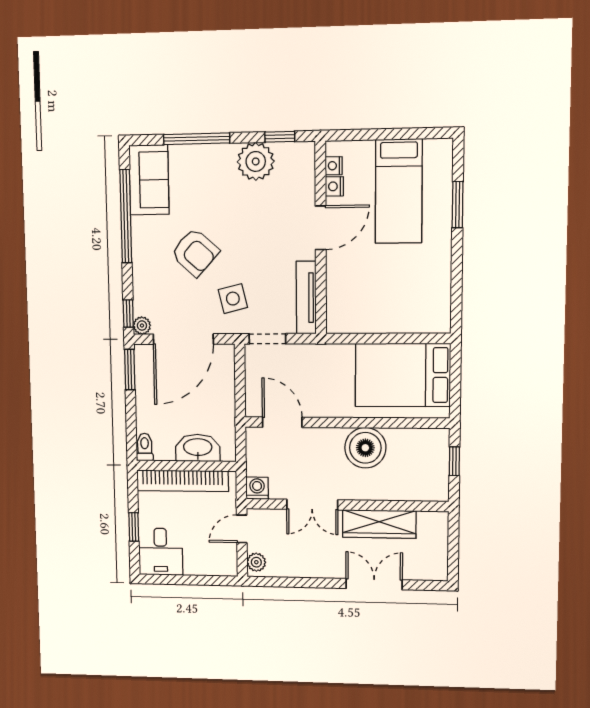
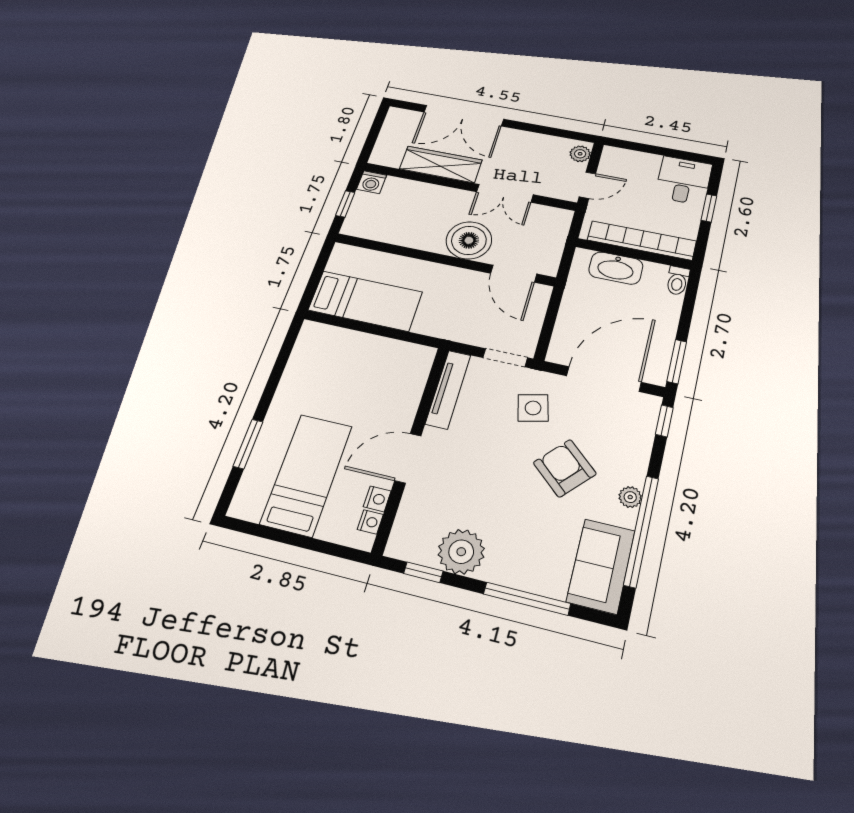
plant: (142, 326) -> (630, 497), moved
bed: (403, 375) -> (365, 301), width x0.67
boiler: (365, 448) -> (469, 240), moved
washing machine: (257, 488) -> (372, 182), moved
double door: (312, 505) -> (505, 193), swing flipped
double door: (374, 584) -> (464, 116), width x1.37

